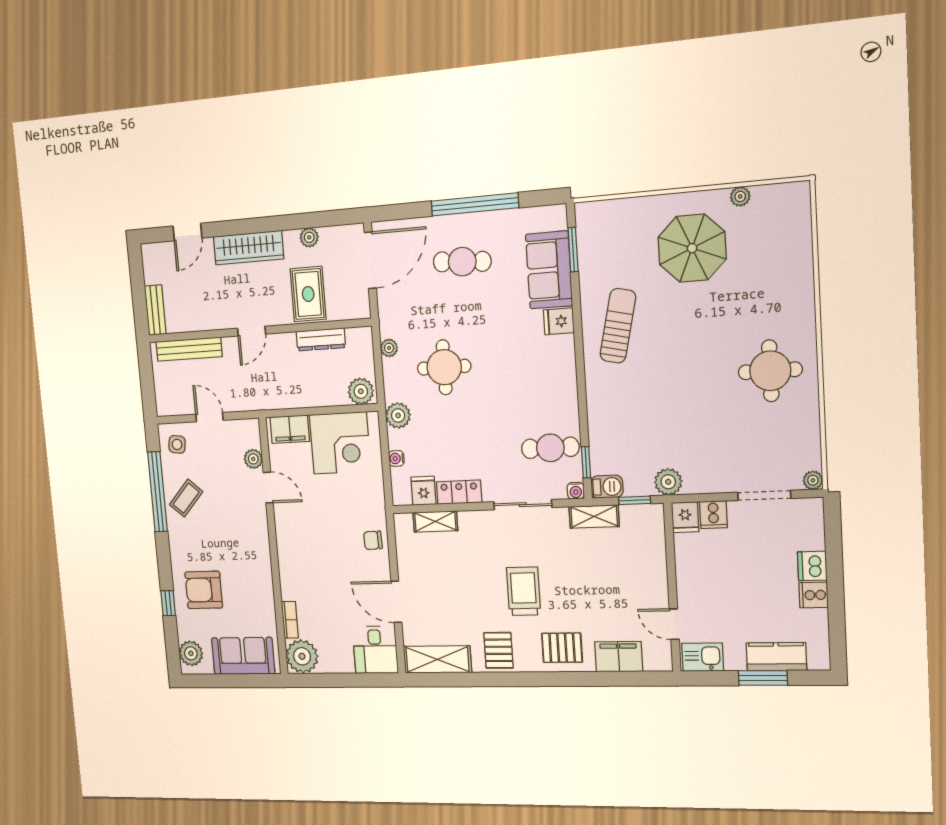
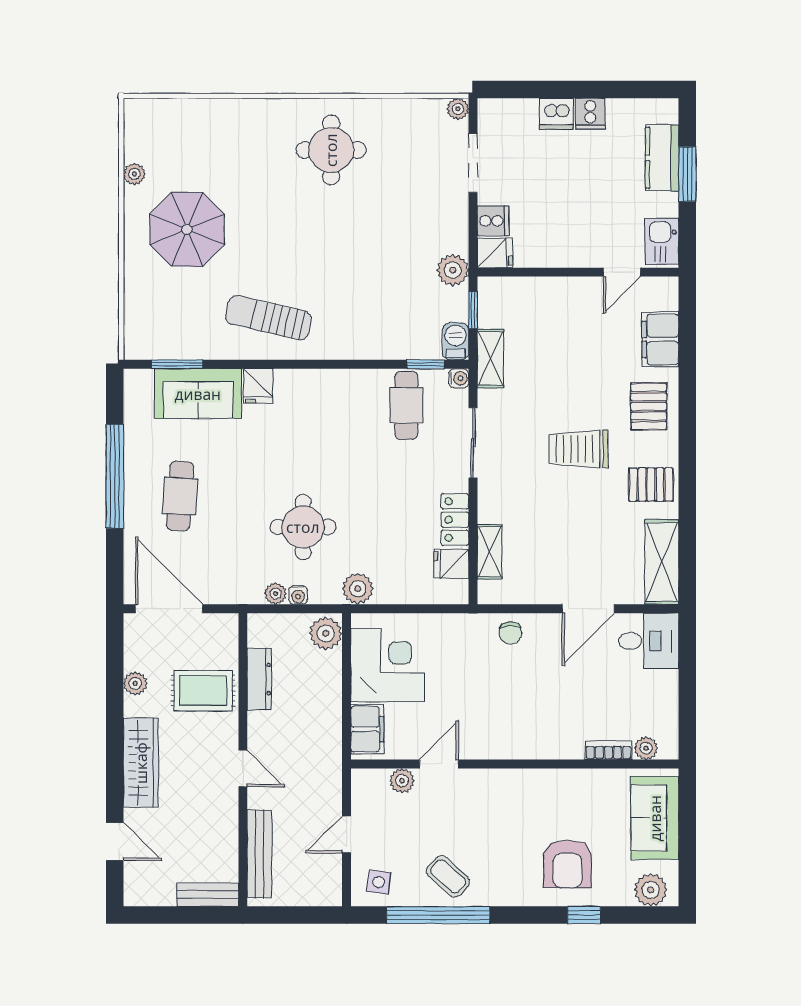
water cooler: (396, 458) -> (298, 595), moved
plant: (302, 656) -> (646, 748), width x0.53, depth x0.53

